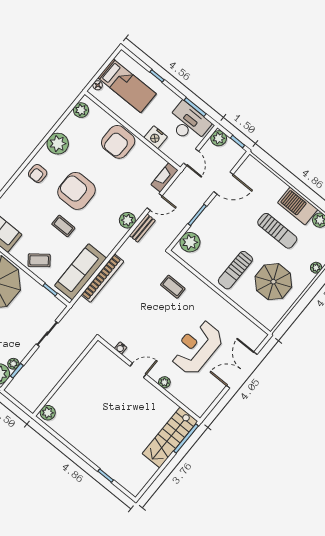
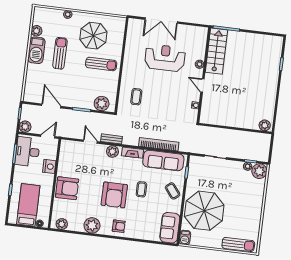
fireplace: (165, 177) -> (133, 153), moved
reception desk: (197, 347) -> (165, 58), turned 180
stairs: (170, 437) -> (216, 51), moved, turned -90

